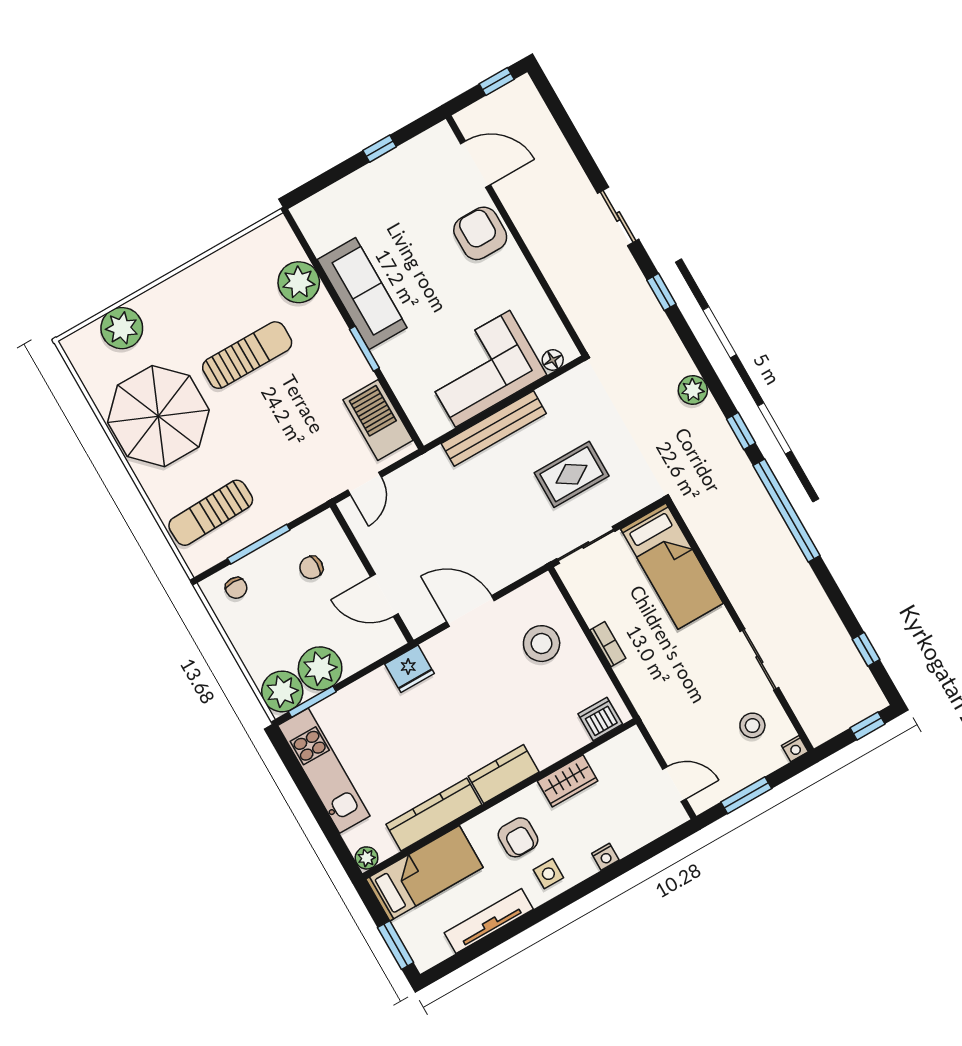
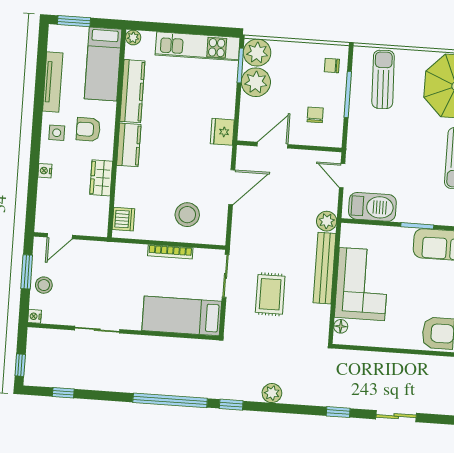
plant: (434, 465) -> (327, 221), added
bookcase: (608, 644) -> (170, 252), width x1.56
stool: (752, 725) -> (44, 285), moved

